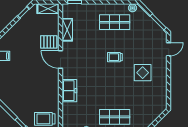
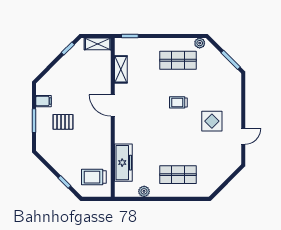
pallet: (49, 42) -> (63, 122), moved
door: (169, 49) -> (243, 136), moved
freezer: (69, 91) -> (123, 163), moved, width x1.40

